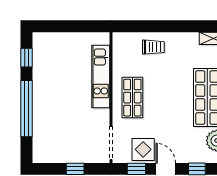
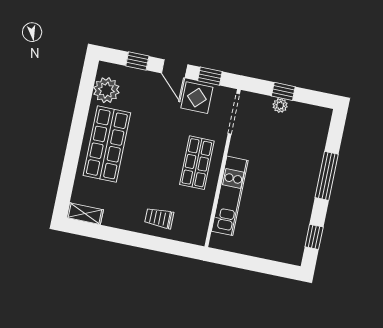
window: (27, 109) -> (327, 176), width x0.68
plant: (75, 157) -> (280, 105), added

